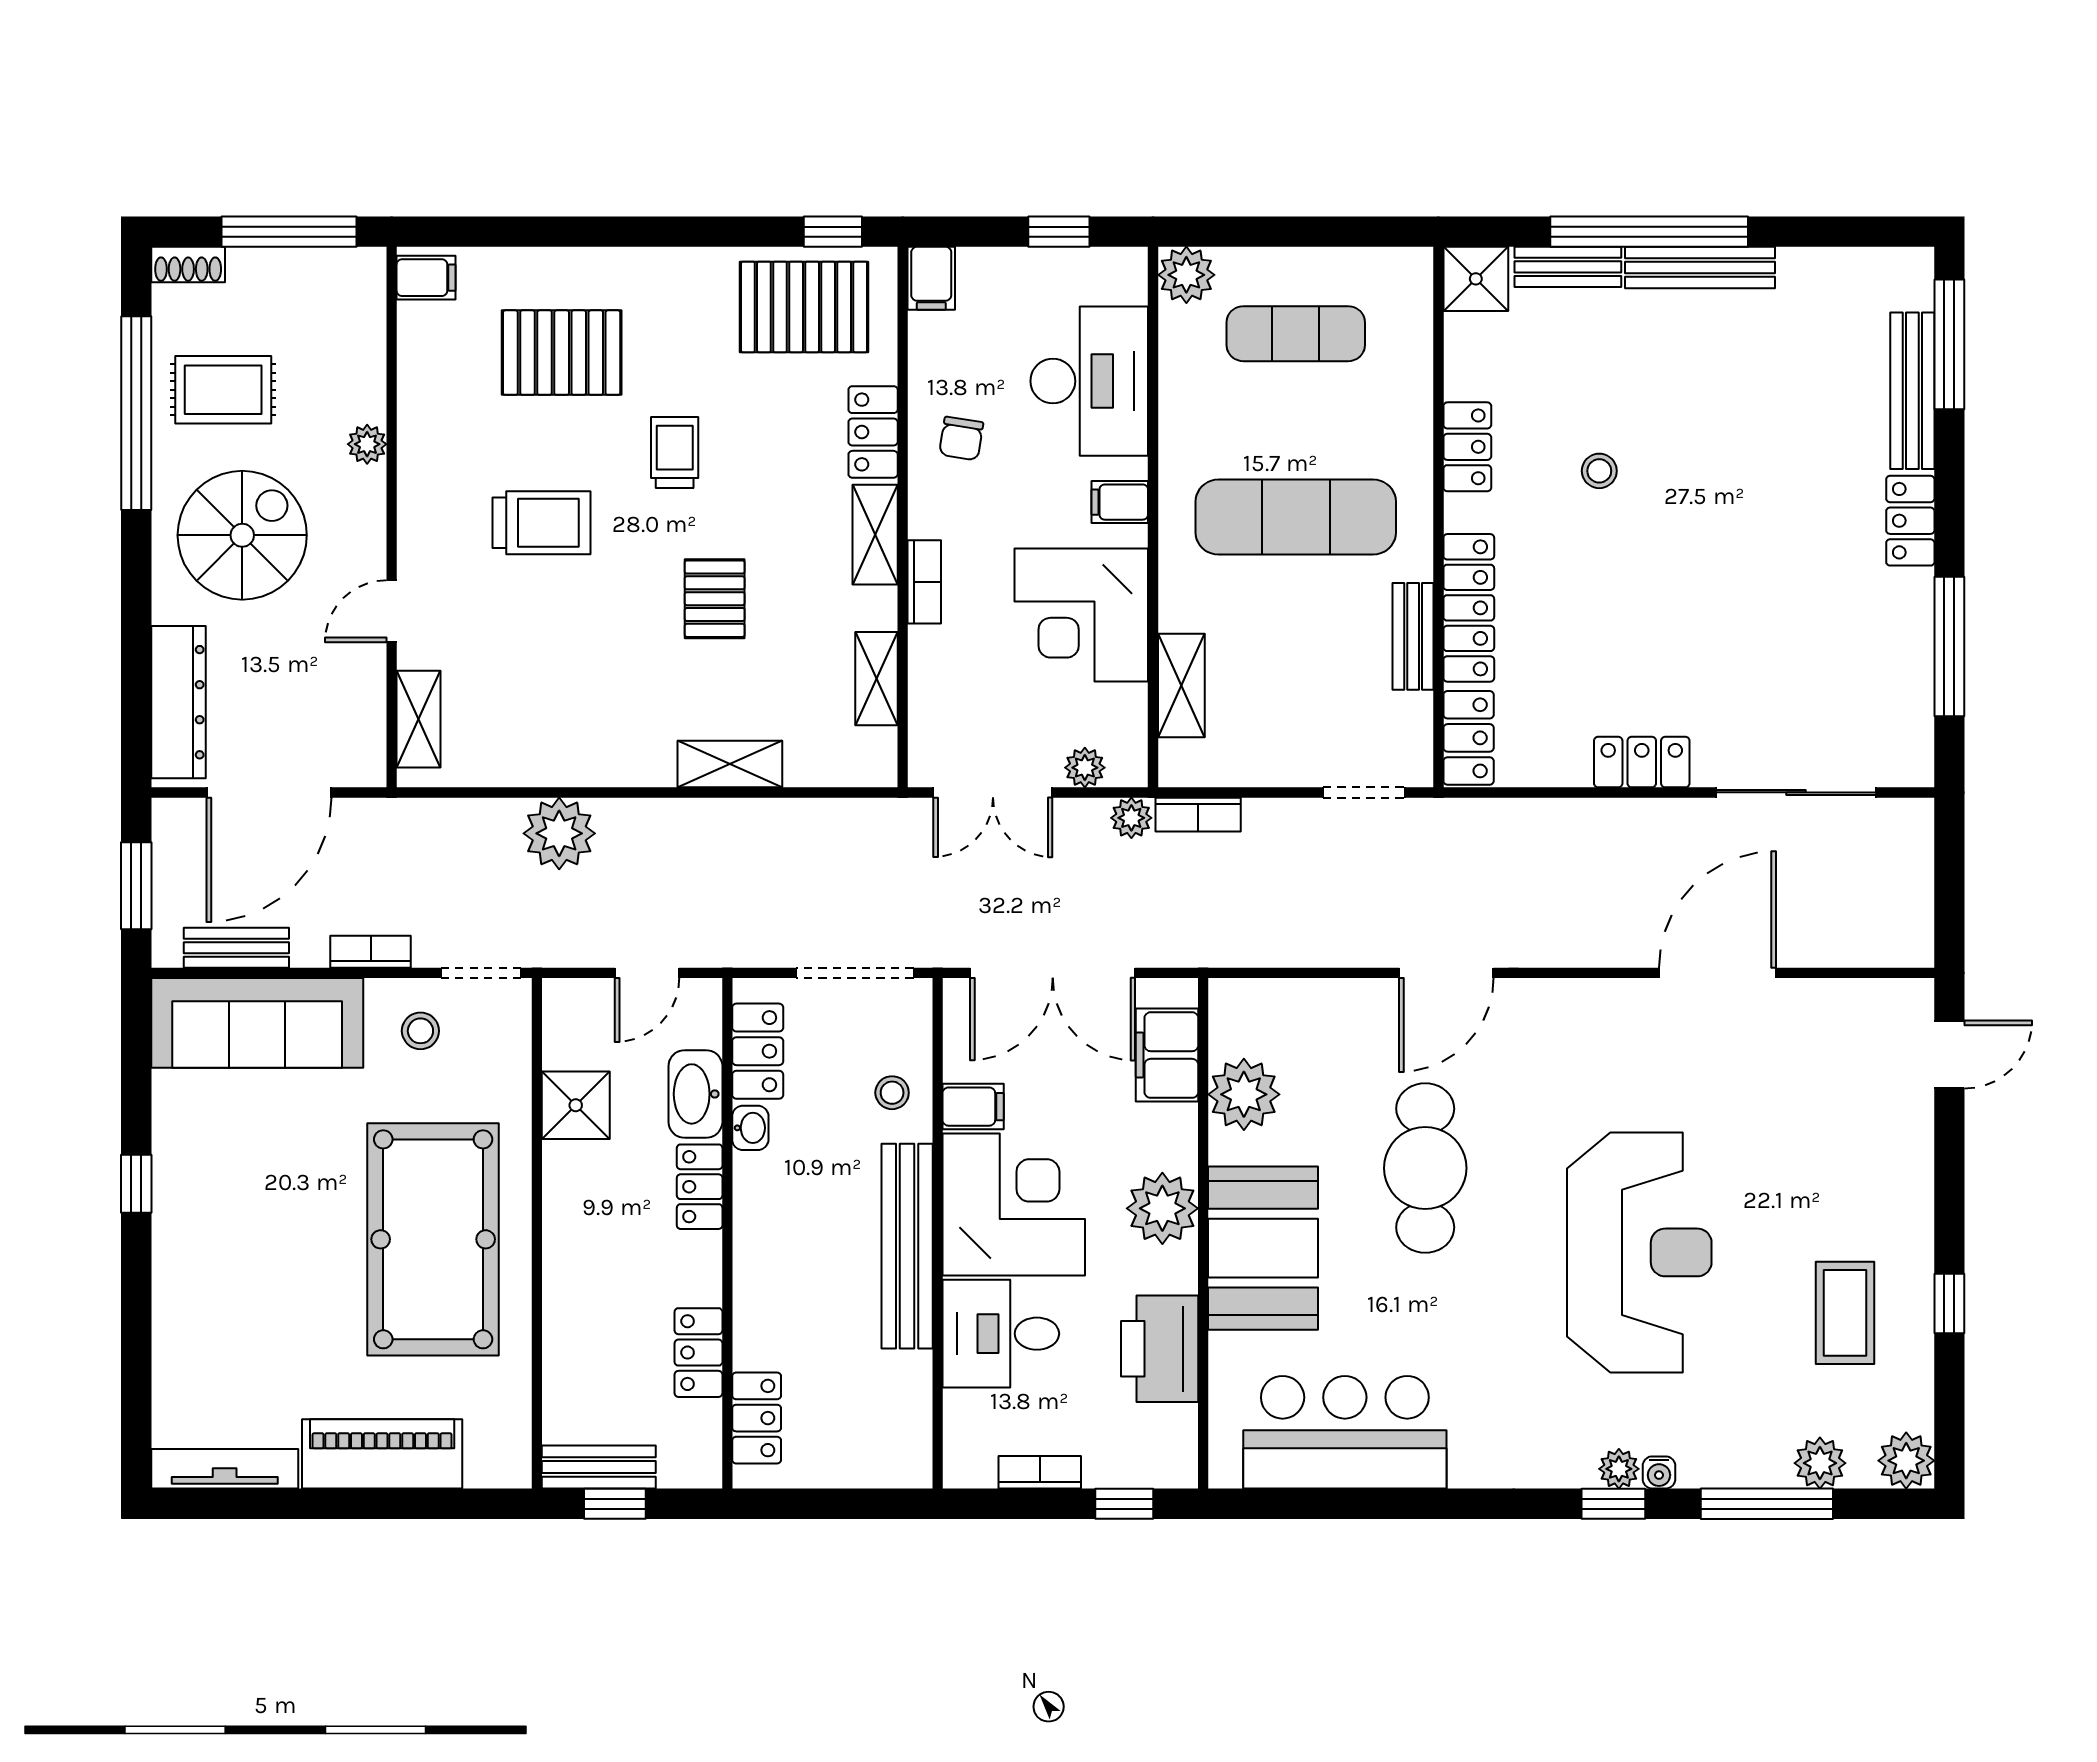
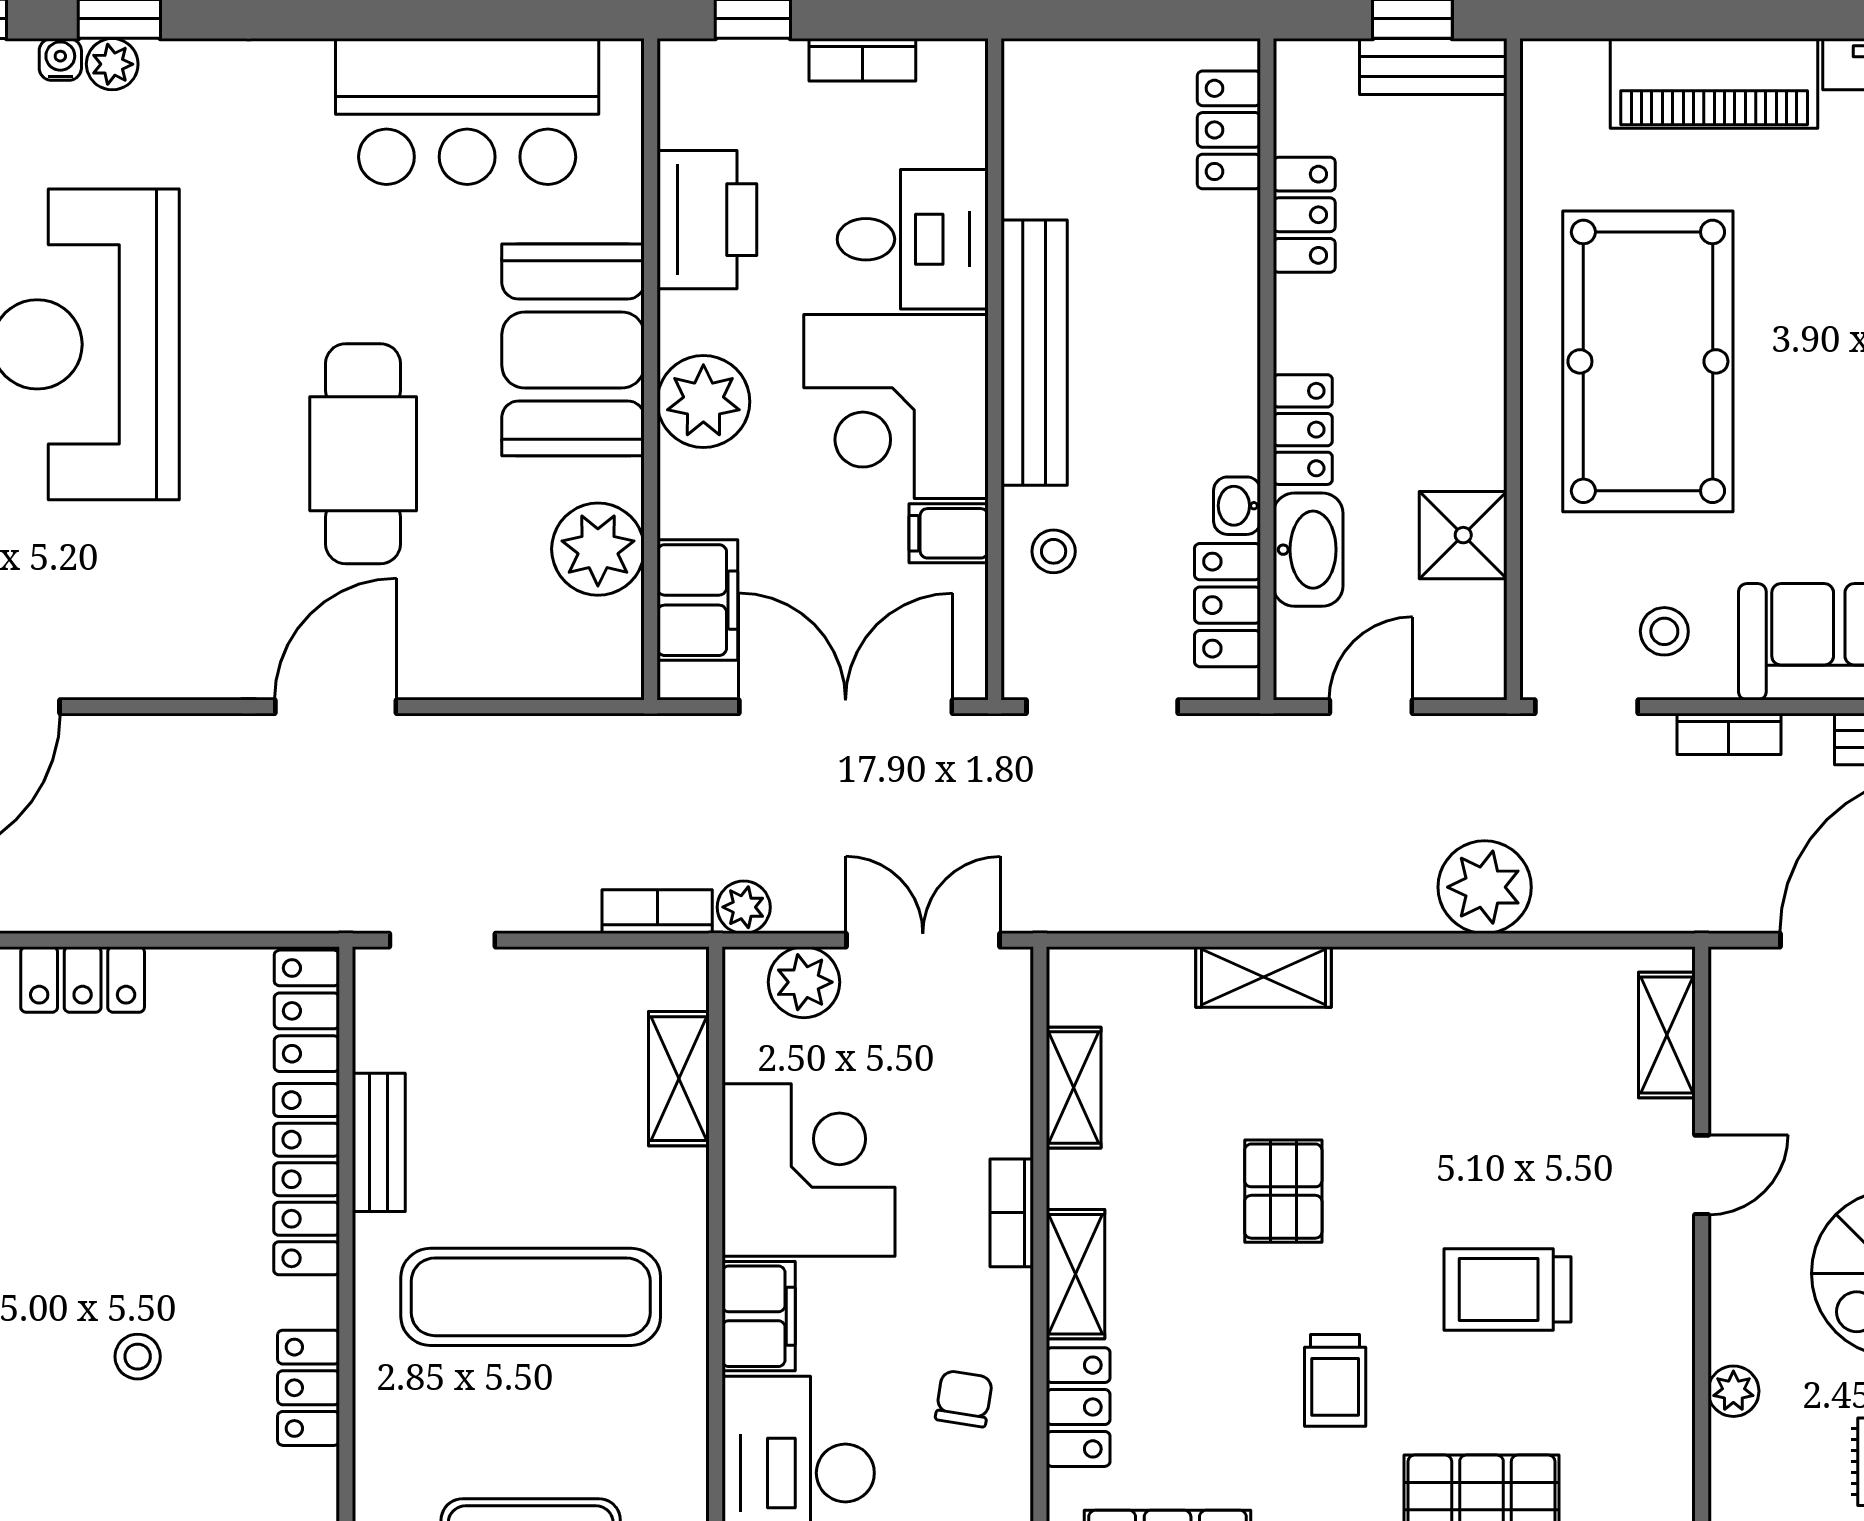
filing cabinet: (1120, 502) -> (759, 1316), width x2.00
plant: (1085, 768) -> (804, 982), width x1.38, depth x1.38

